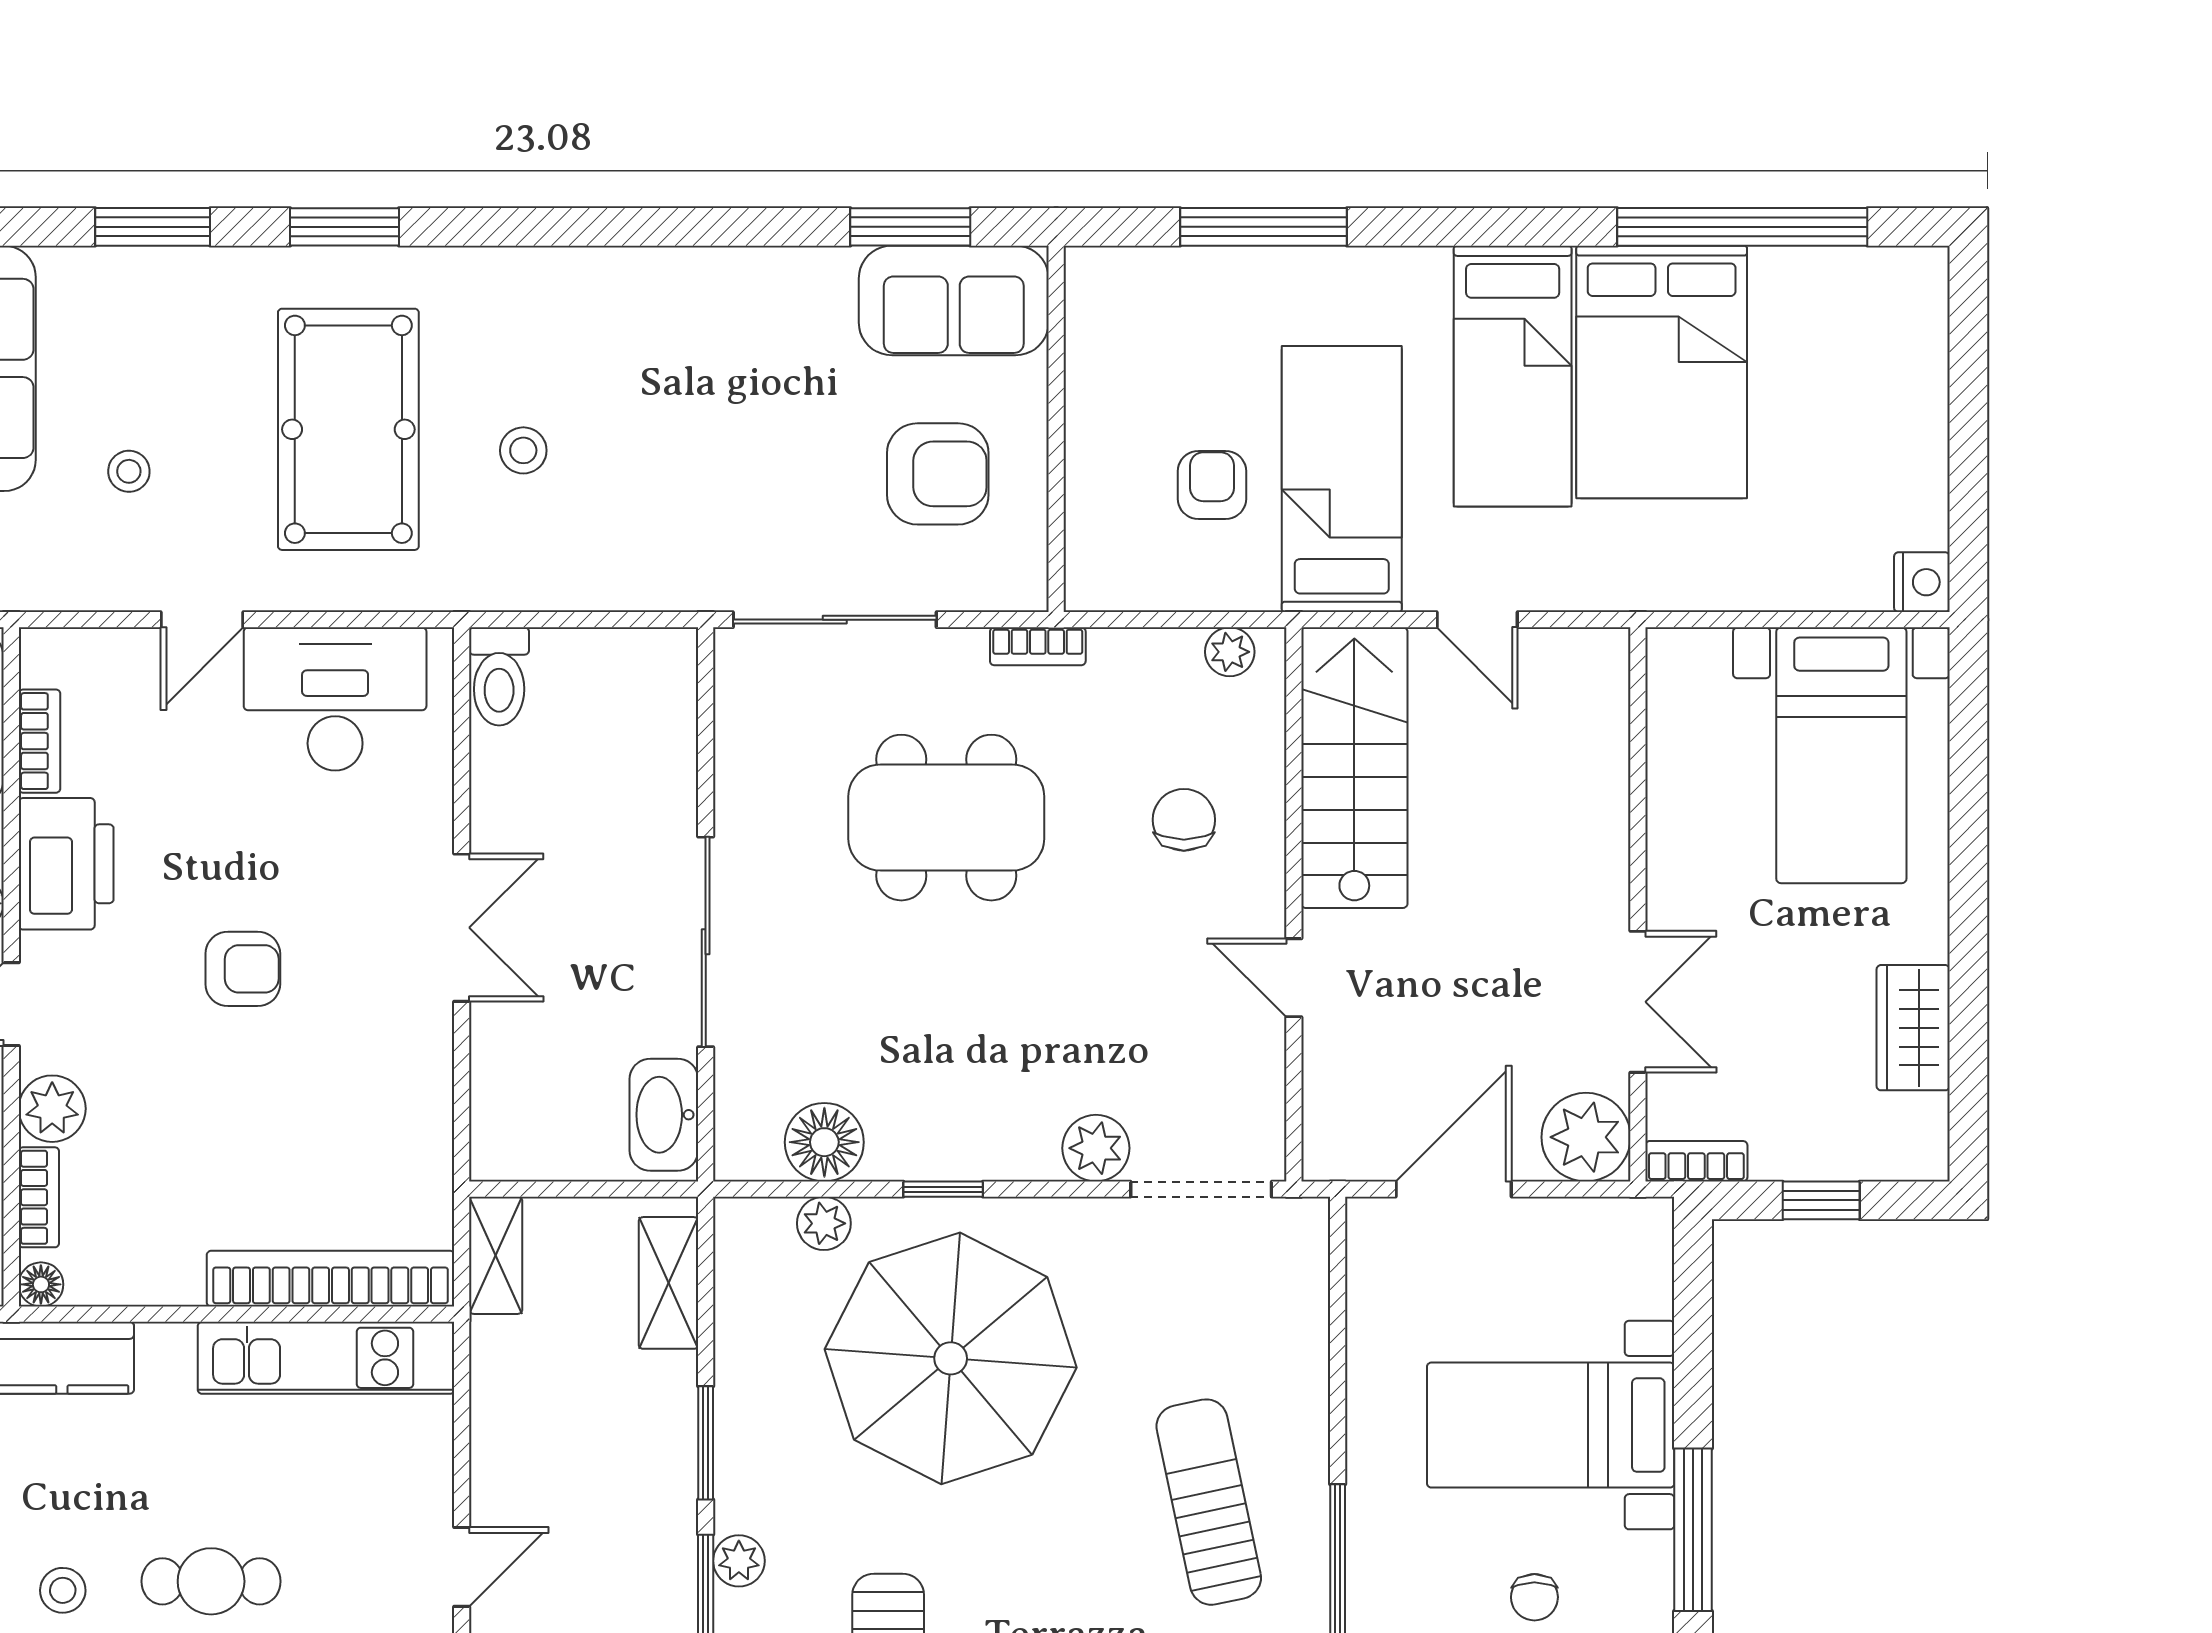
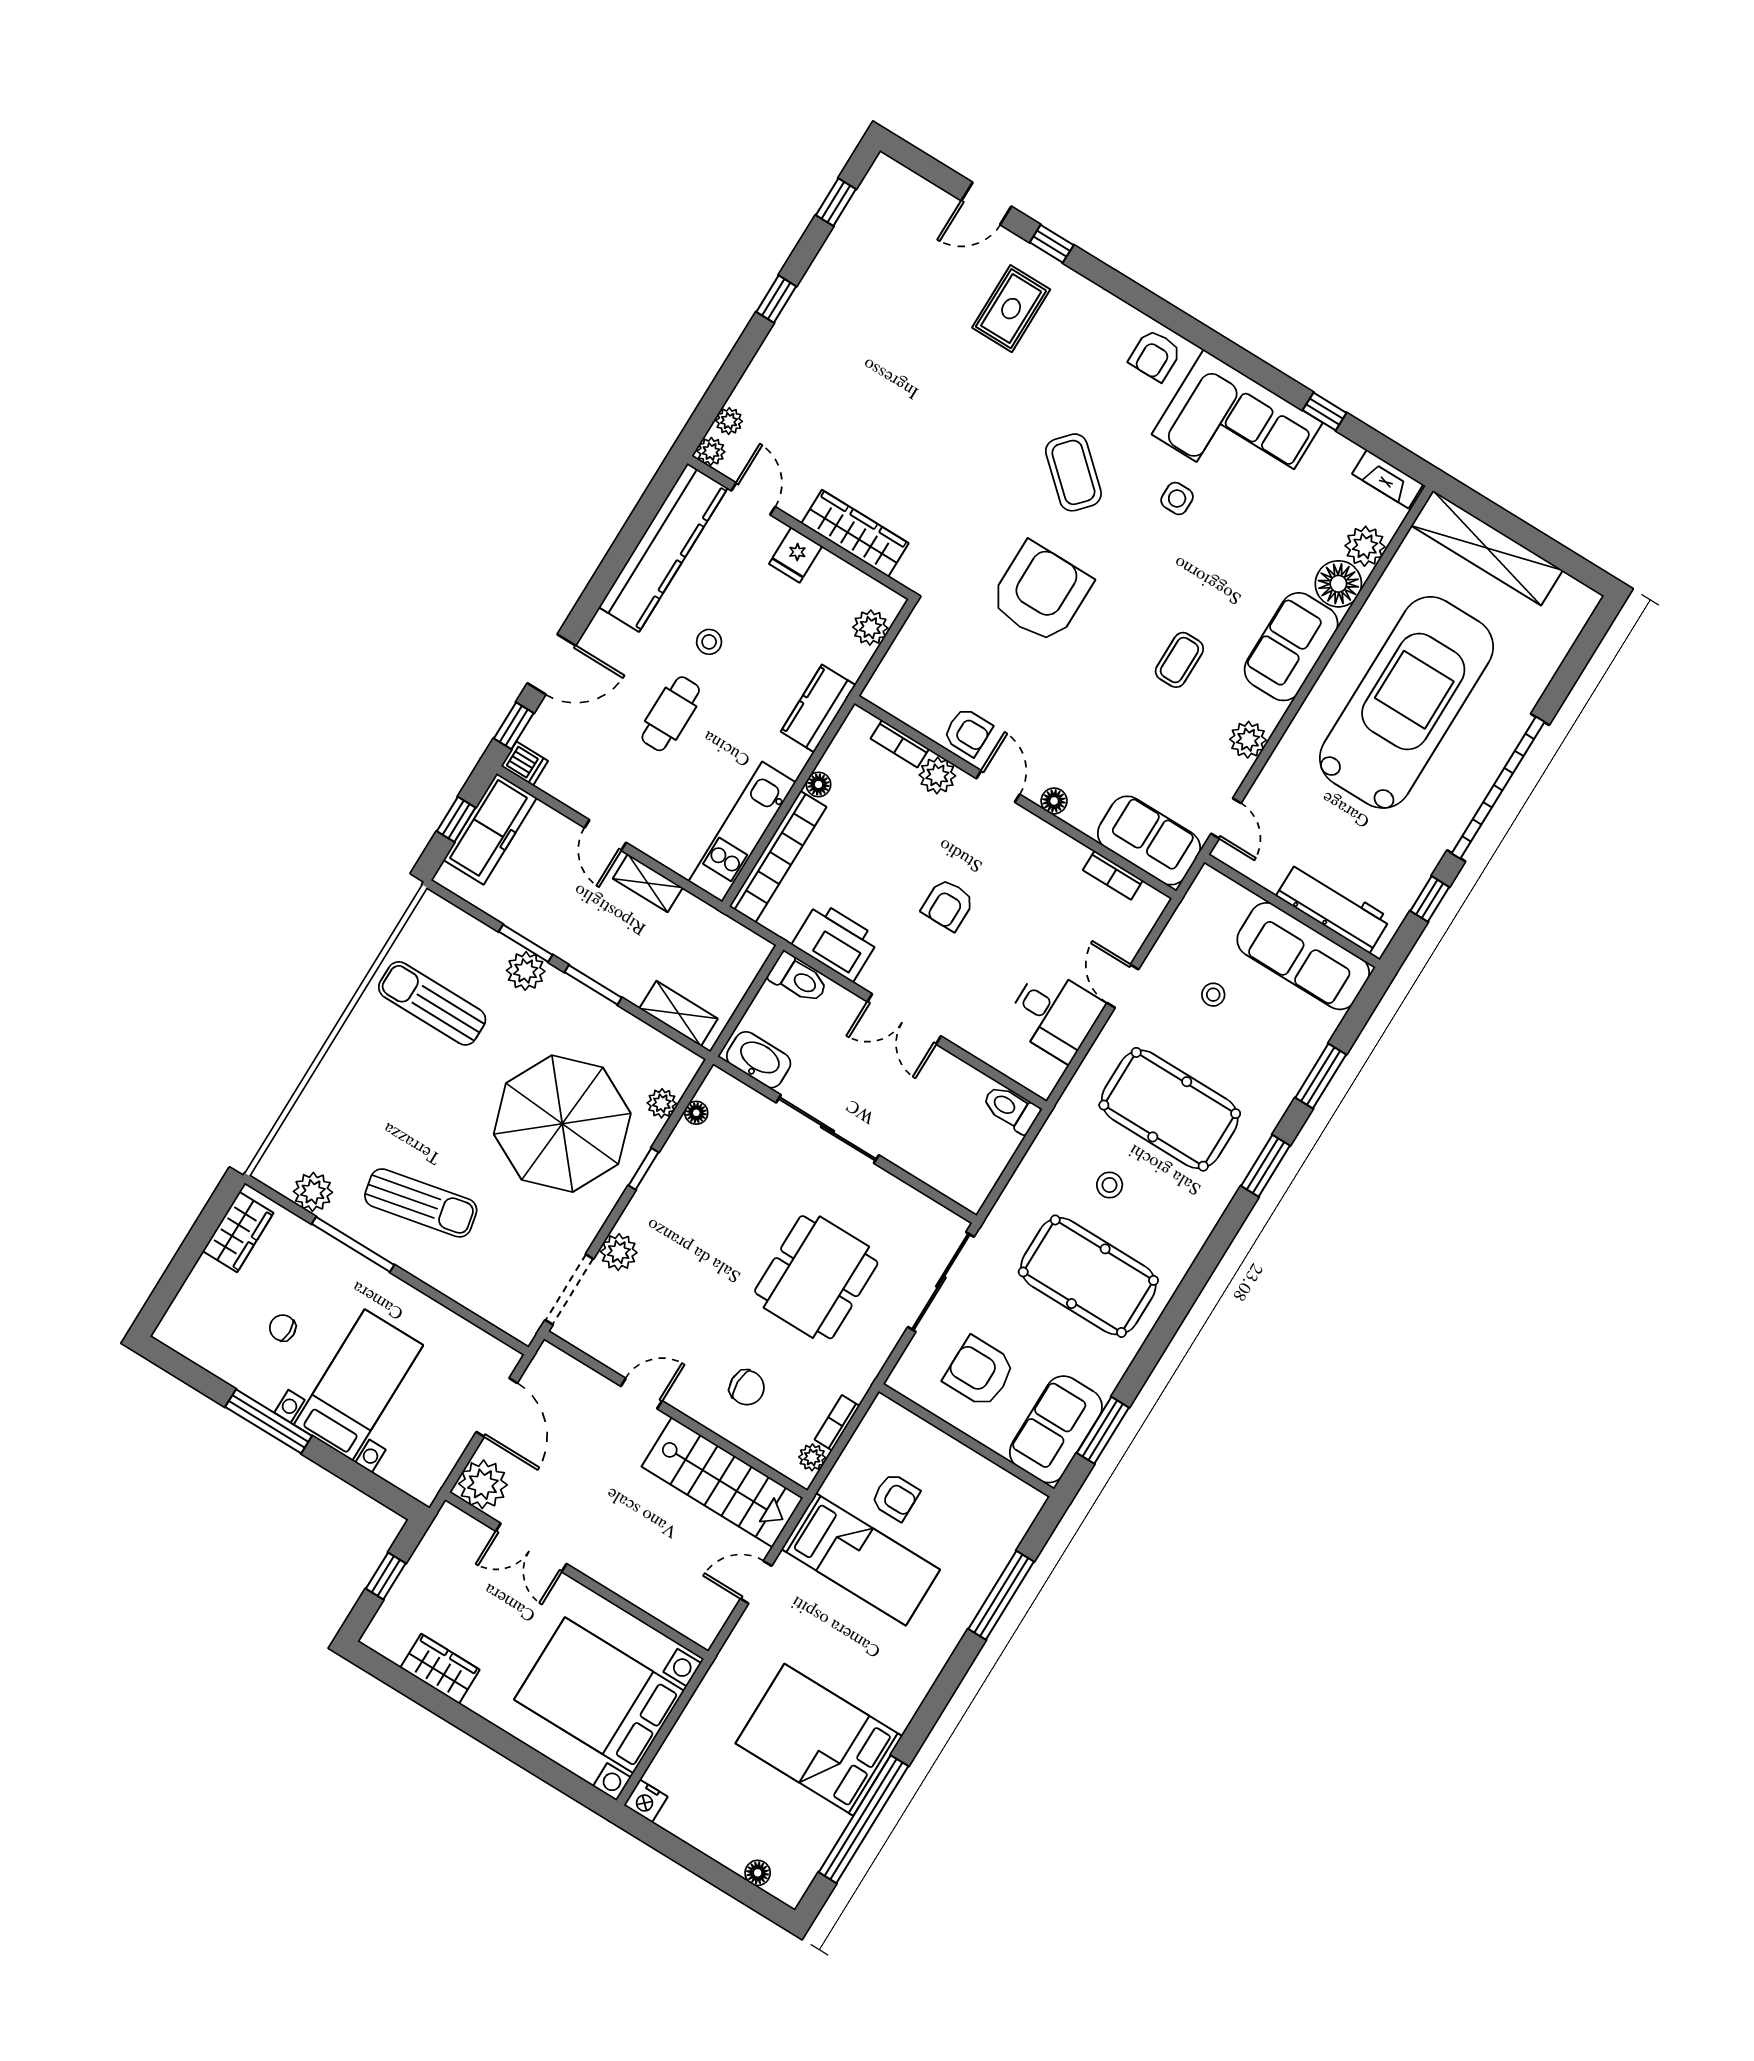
floor lamp: (1927, 340) -> (758, 1873), added
bed: (1513, 376) -> (860, 1669), removed
pool table: (685, 396) -> (1088, 1276), added
armchair: (938, 474) -> (979, 1372), turned 90
bookcase: (1038, 646) -> (837, 1423), moved
desk: (335, 699) -> (1055, 1014), width x0.73
bed with nightstands: (1841, 755) -> (599, 1695), width x1.36
printer: (66, 864) -> (836, 941), moved, turned 180
toilet: (500, 1131) -> (798, 979), added
floor lamp: (824, 1142) -> (696, 1113), width x0.53, depth x0.53
bookcase: (1696, 1161) -> (440, 1529), removed
shelving: (496, 1255) -> (648, 883), moved
floor lamp: (41, 1284) -> (818, 784), moved
plant: (739, 1561) -> (526, 971), width x1.38, depth x1.38

